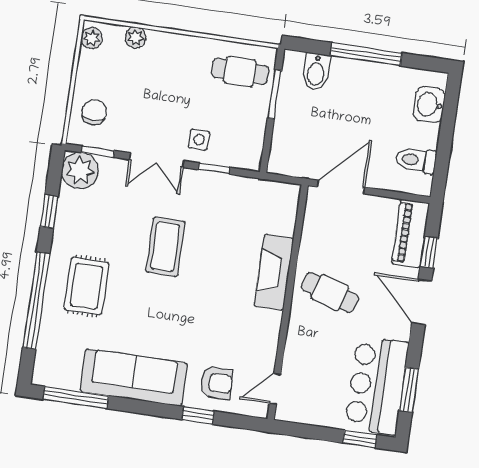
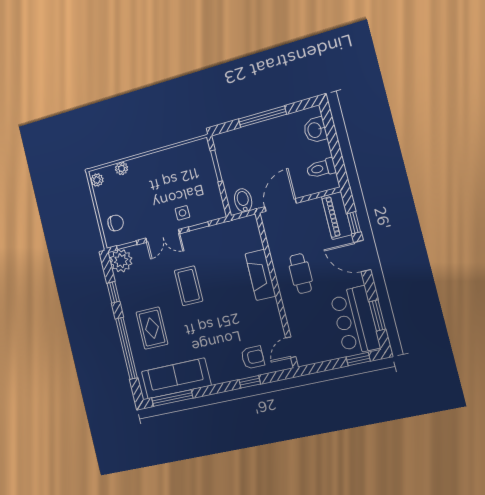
cafe table: (240, 71) -> (190, 161), removed
bidet: (316, 72) -> (243, 200), moved, turned 180
chair: (94, 112) -> (116, 223), turned 90
cafe table: (330, 293) -> (301, 274), turned 72
sofa: (134, 378) -> (176, 378), moved

